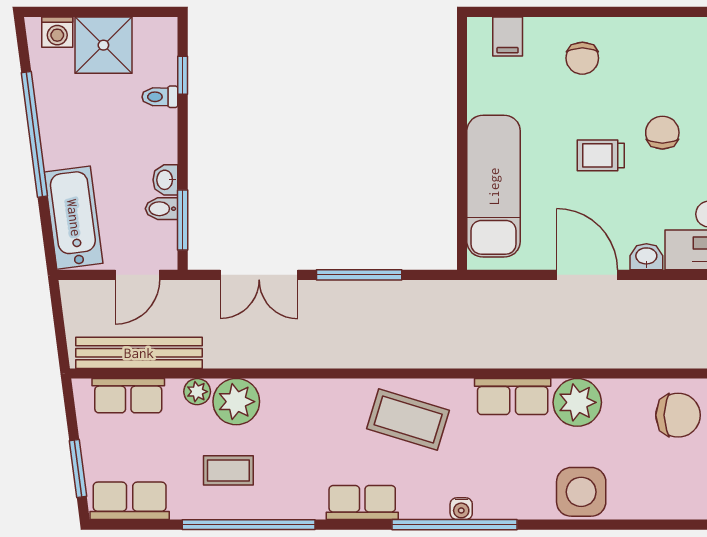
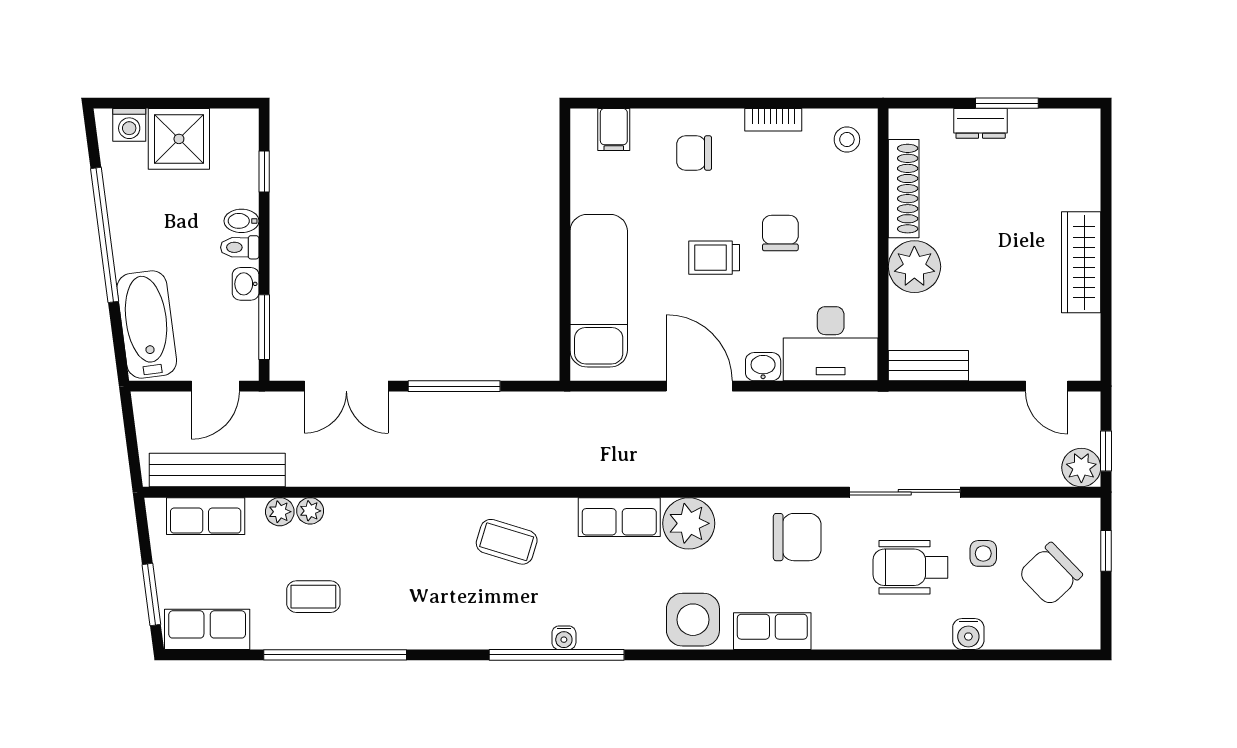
bookcase: (656, 27) -> (773, 120), added
chair: (582, 58) -> (694, 153), turned 90
toilet: (160, 97) -> (240, 247), moved
bidet: (162, 209) -> (241, 221), moved
plant: (236, 402) -> (310, 511), width x0.53, depth x0.53
coffee table: (408, 420) -> (507, 542), width x0.73, depth x0.77
row of seats: (362, 503) -> (772, 631), moved

